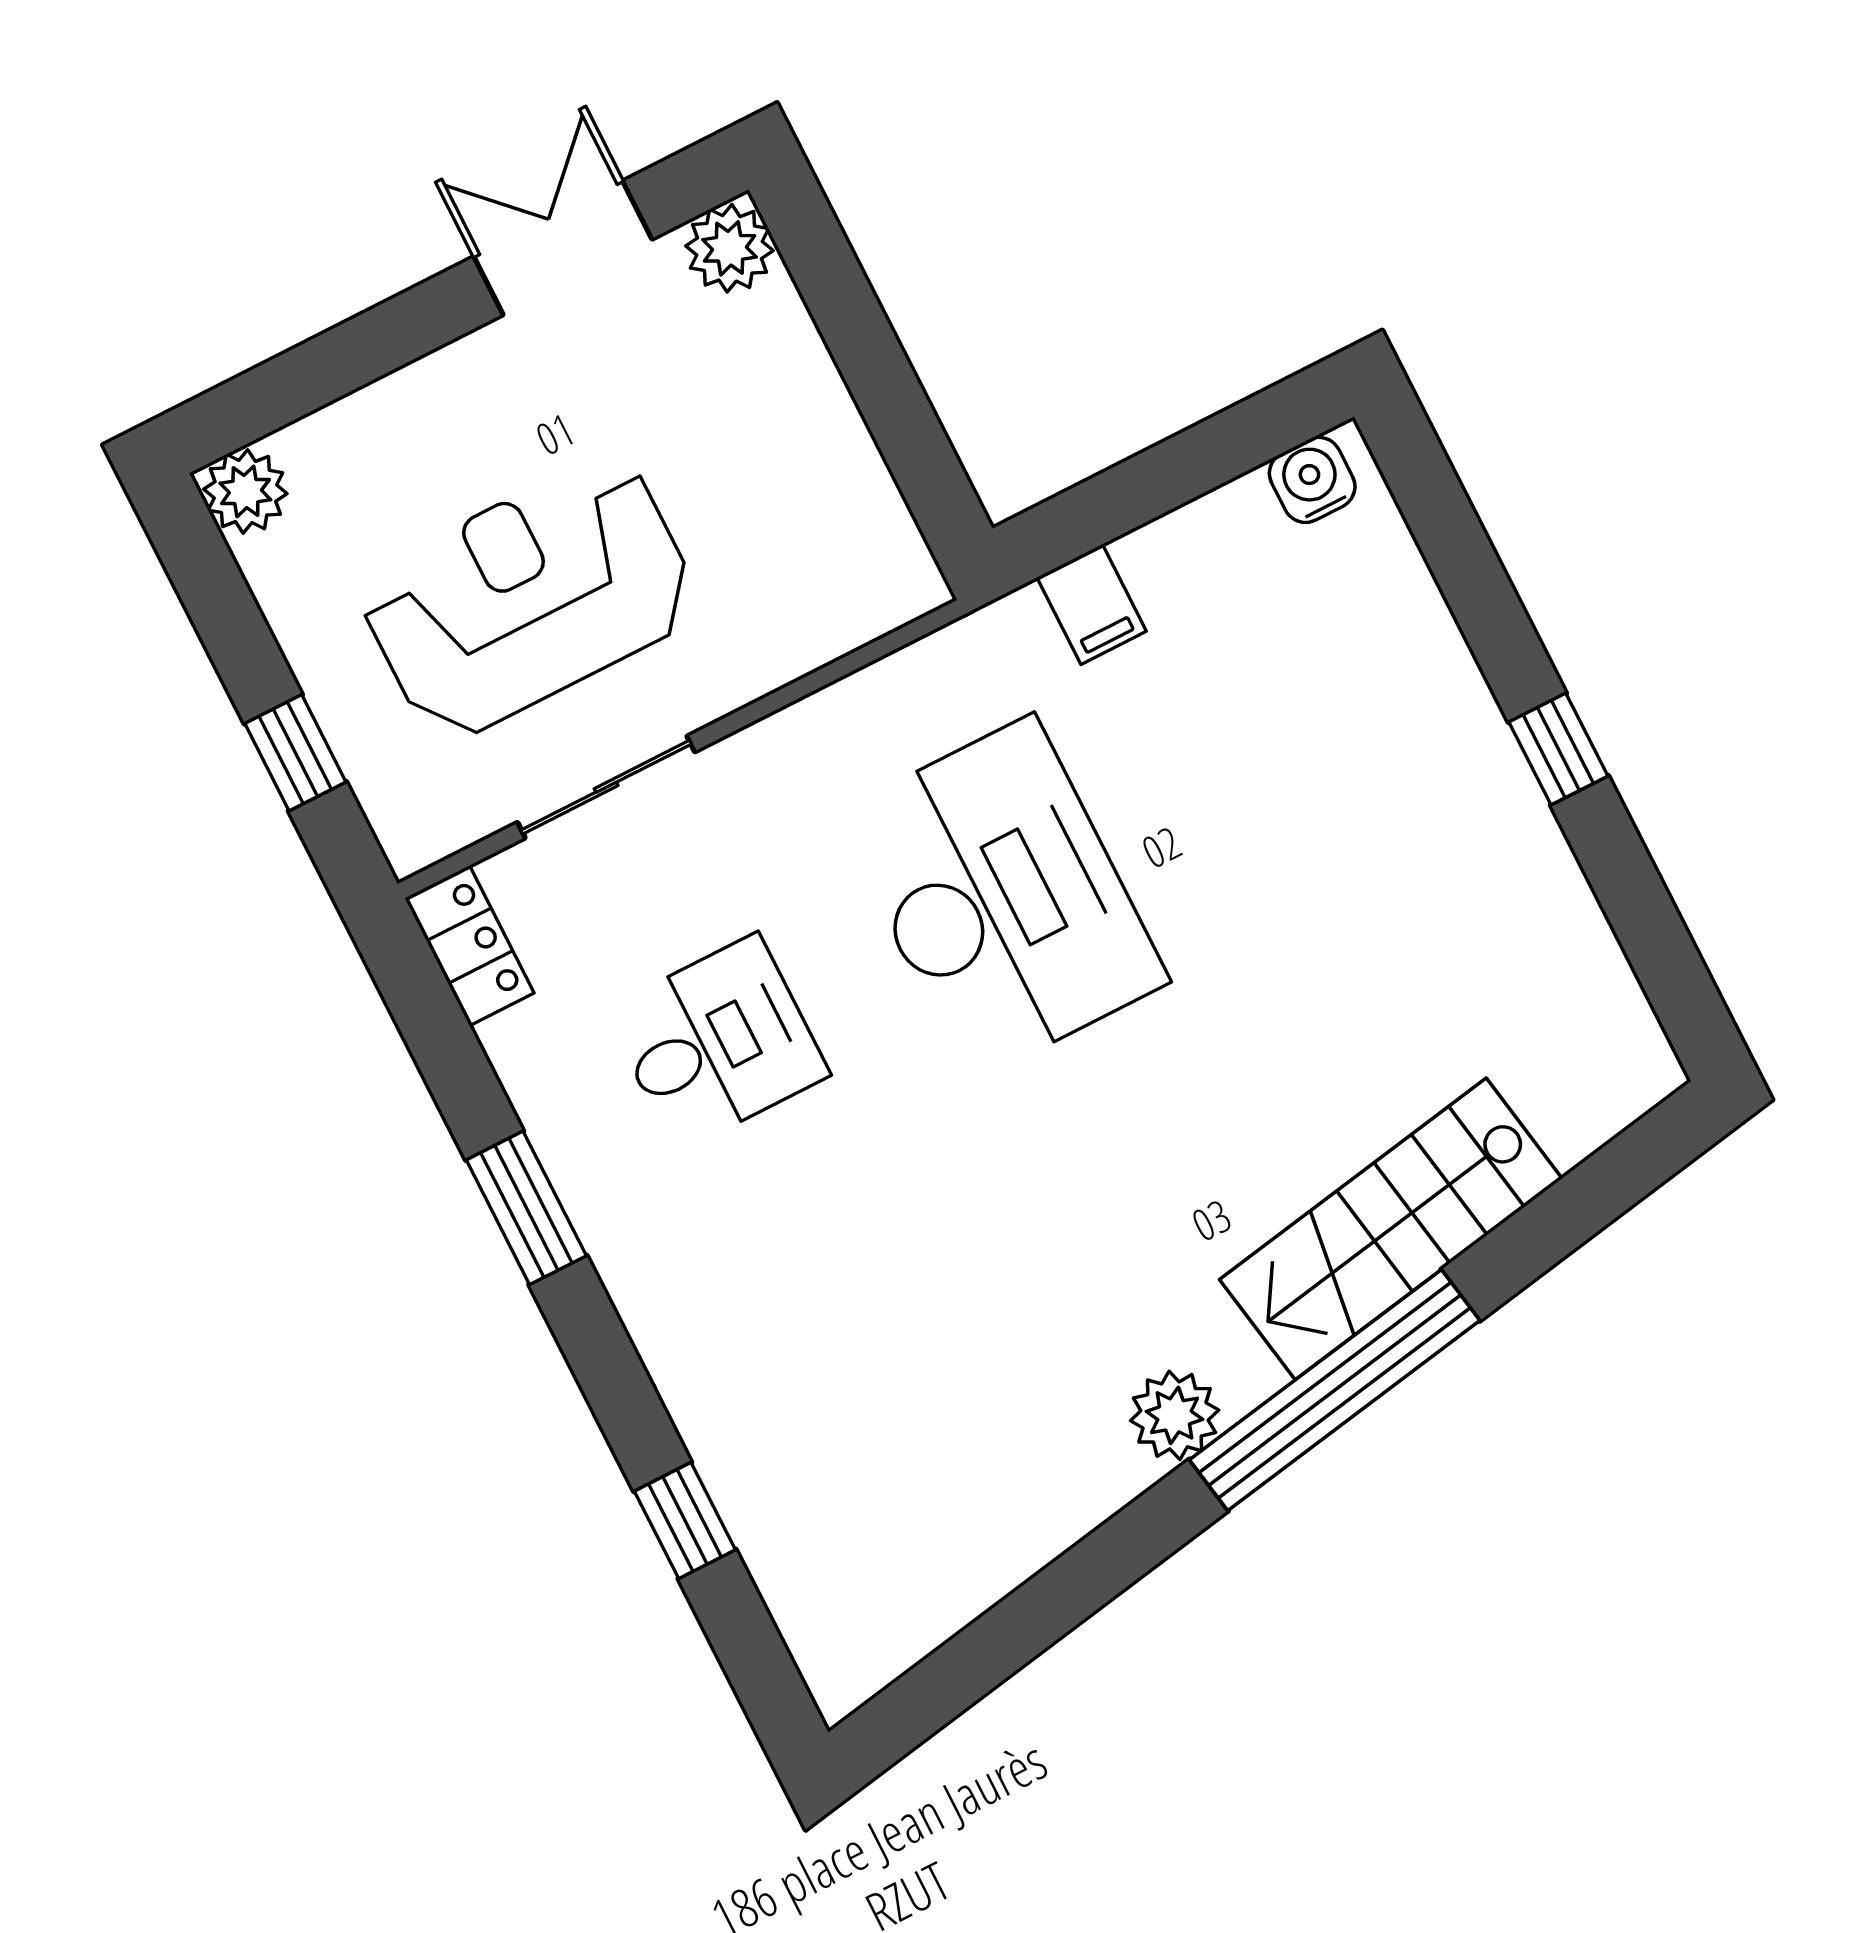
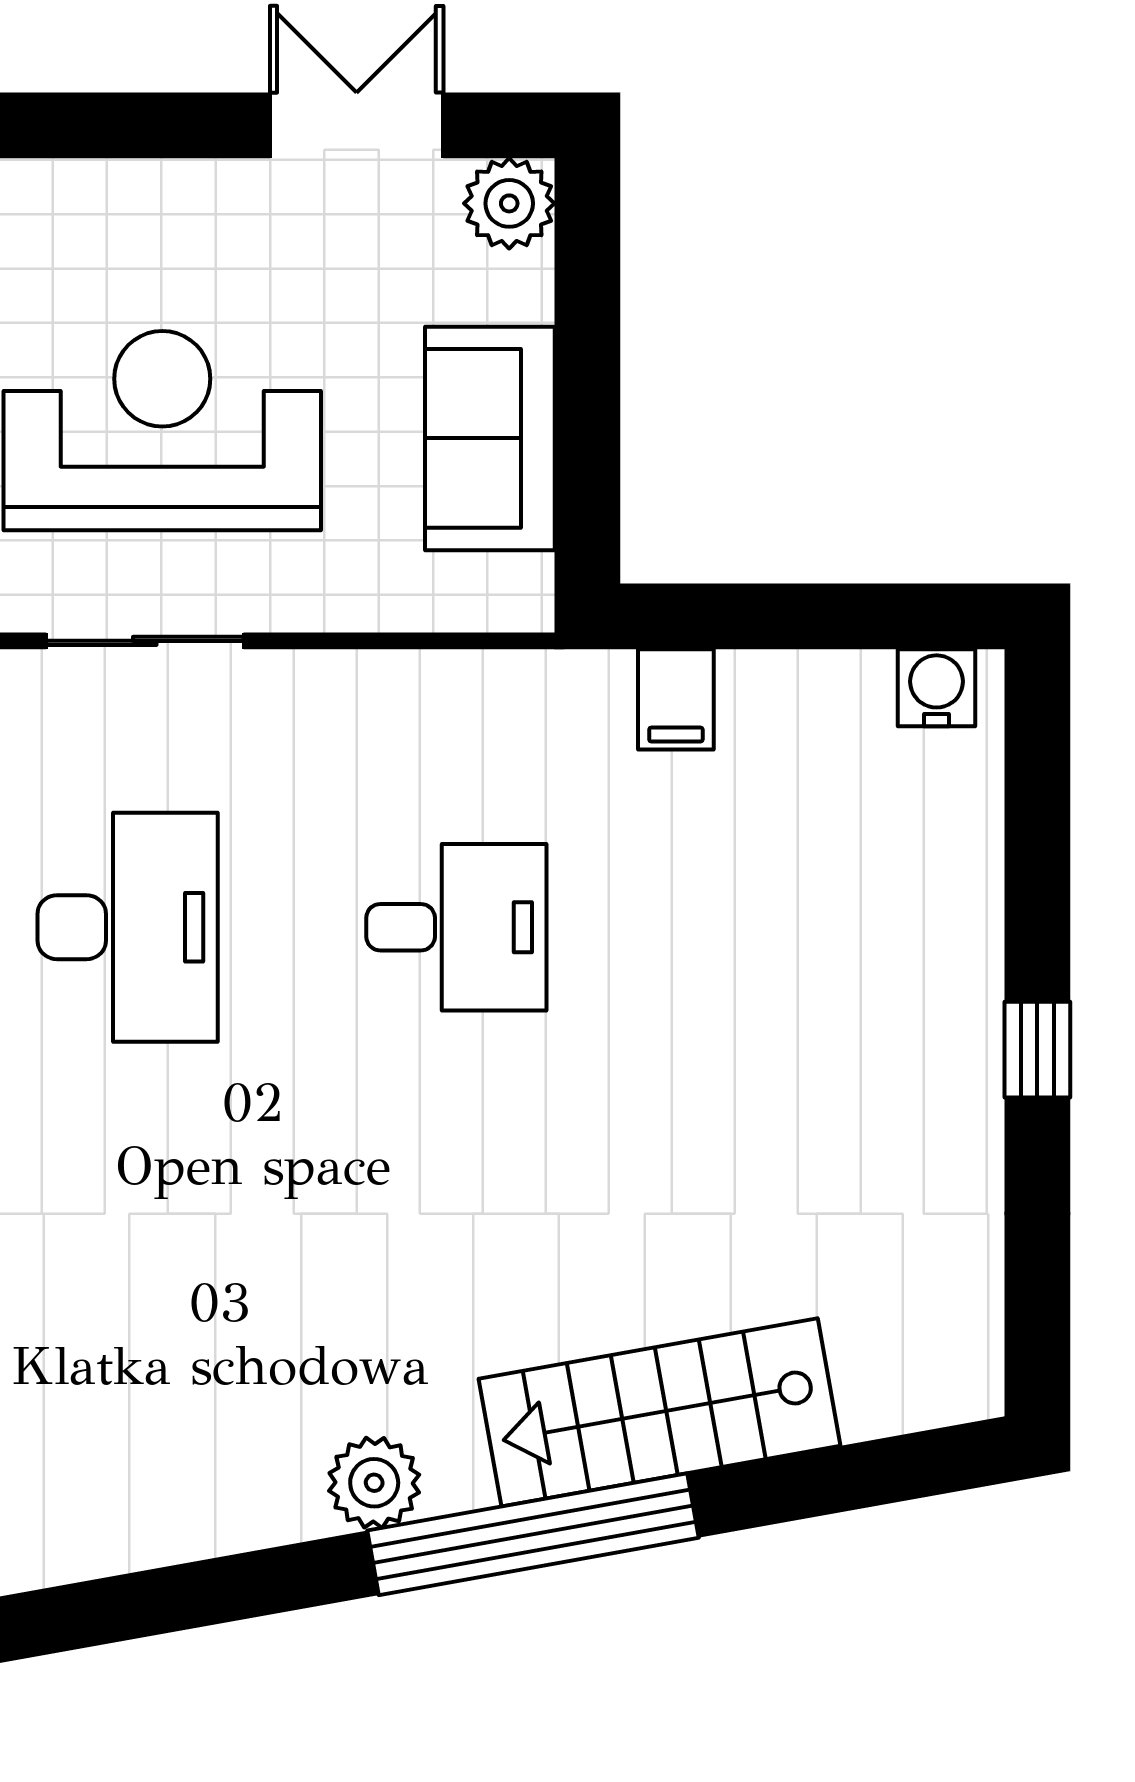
sofa: (816, 460) -> (490, 438), added
desk: (1002, 898) -> (456, 927), width x0.53, depth x0.77
desk: (717, 1043) -> (128, 927), width x1.37

